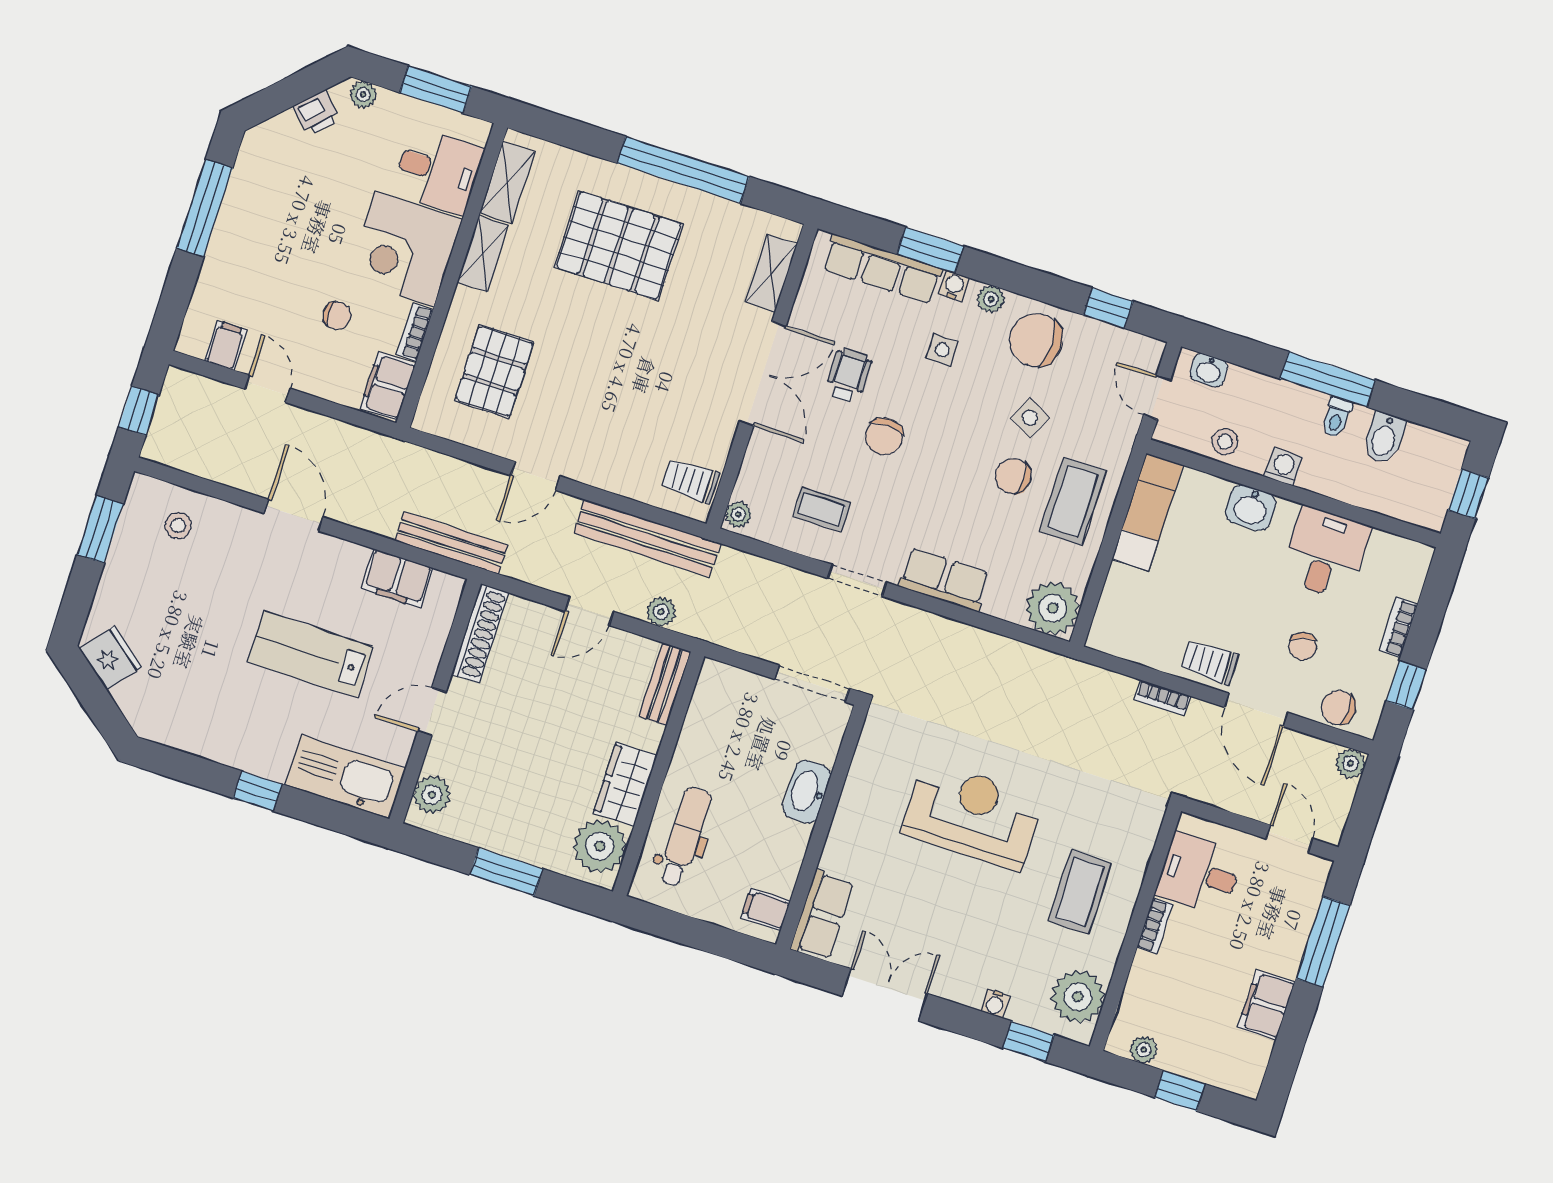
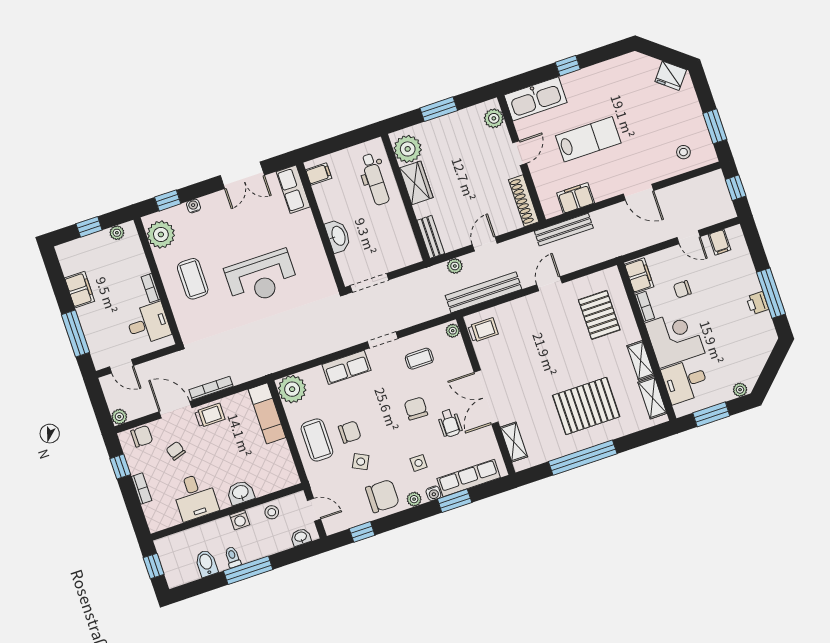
printer: (317, 113) -> (757, 303), moved, turned -45
exam couch: (1148, 512) -> (267, 413), moved
bookcase: (1162, 698) -> (211, 388), width x1.56

